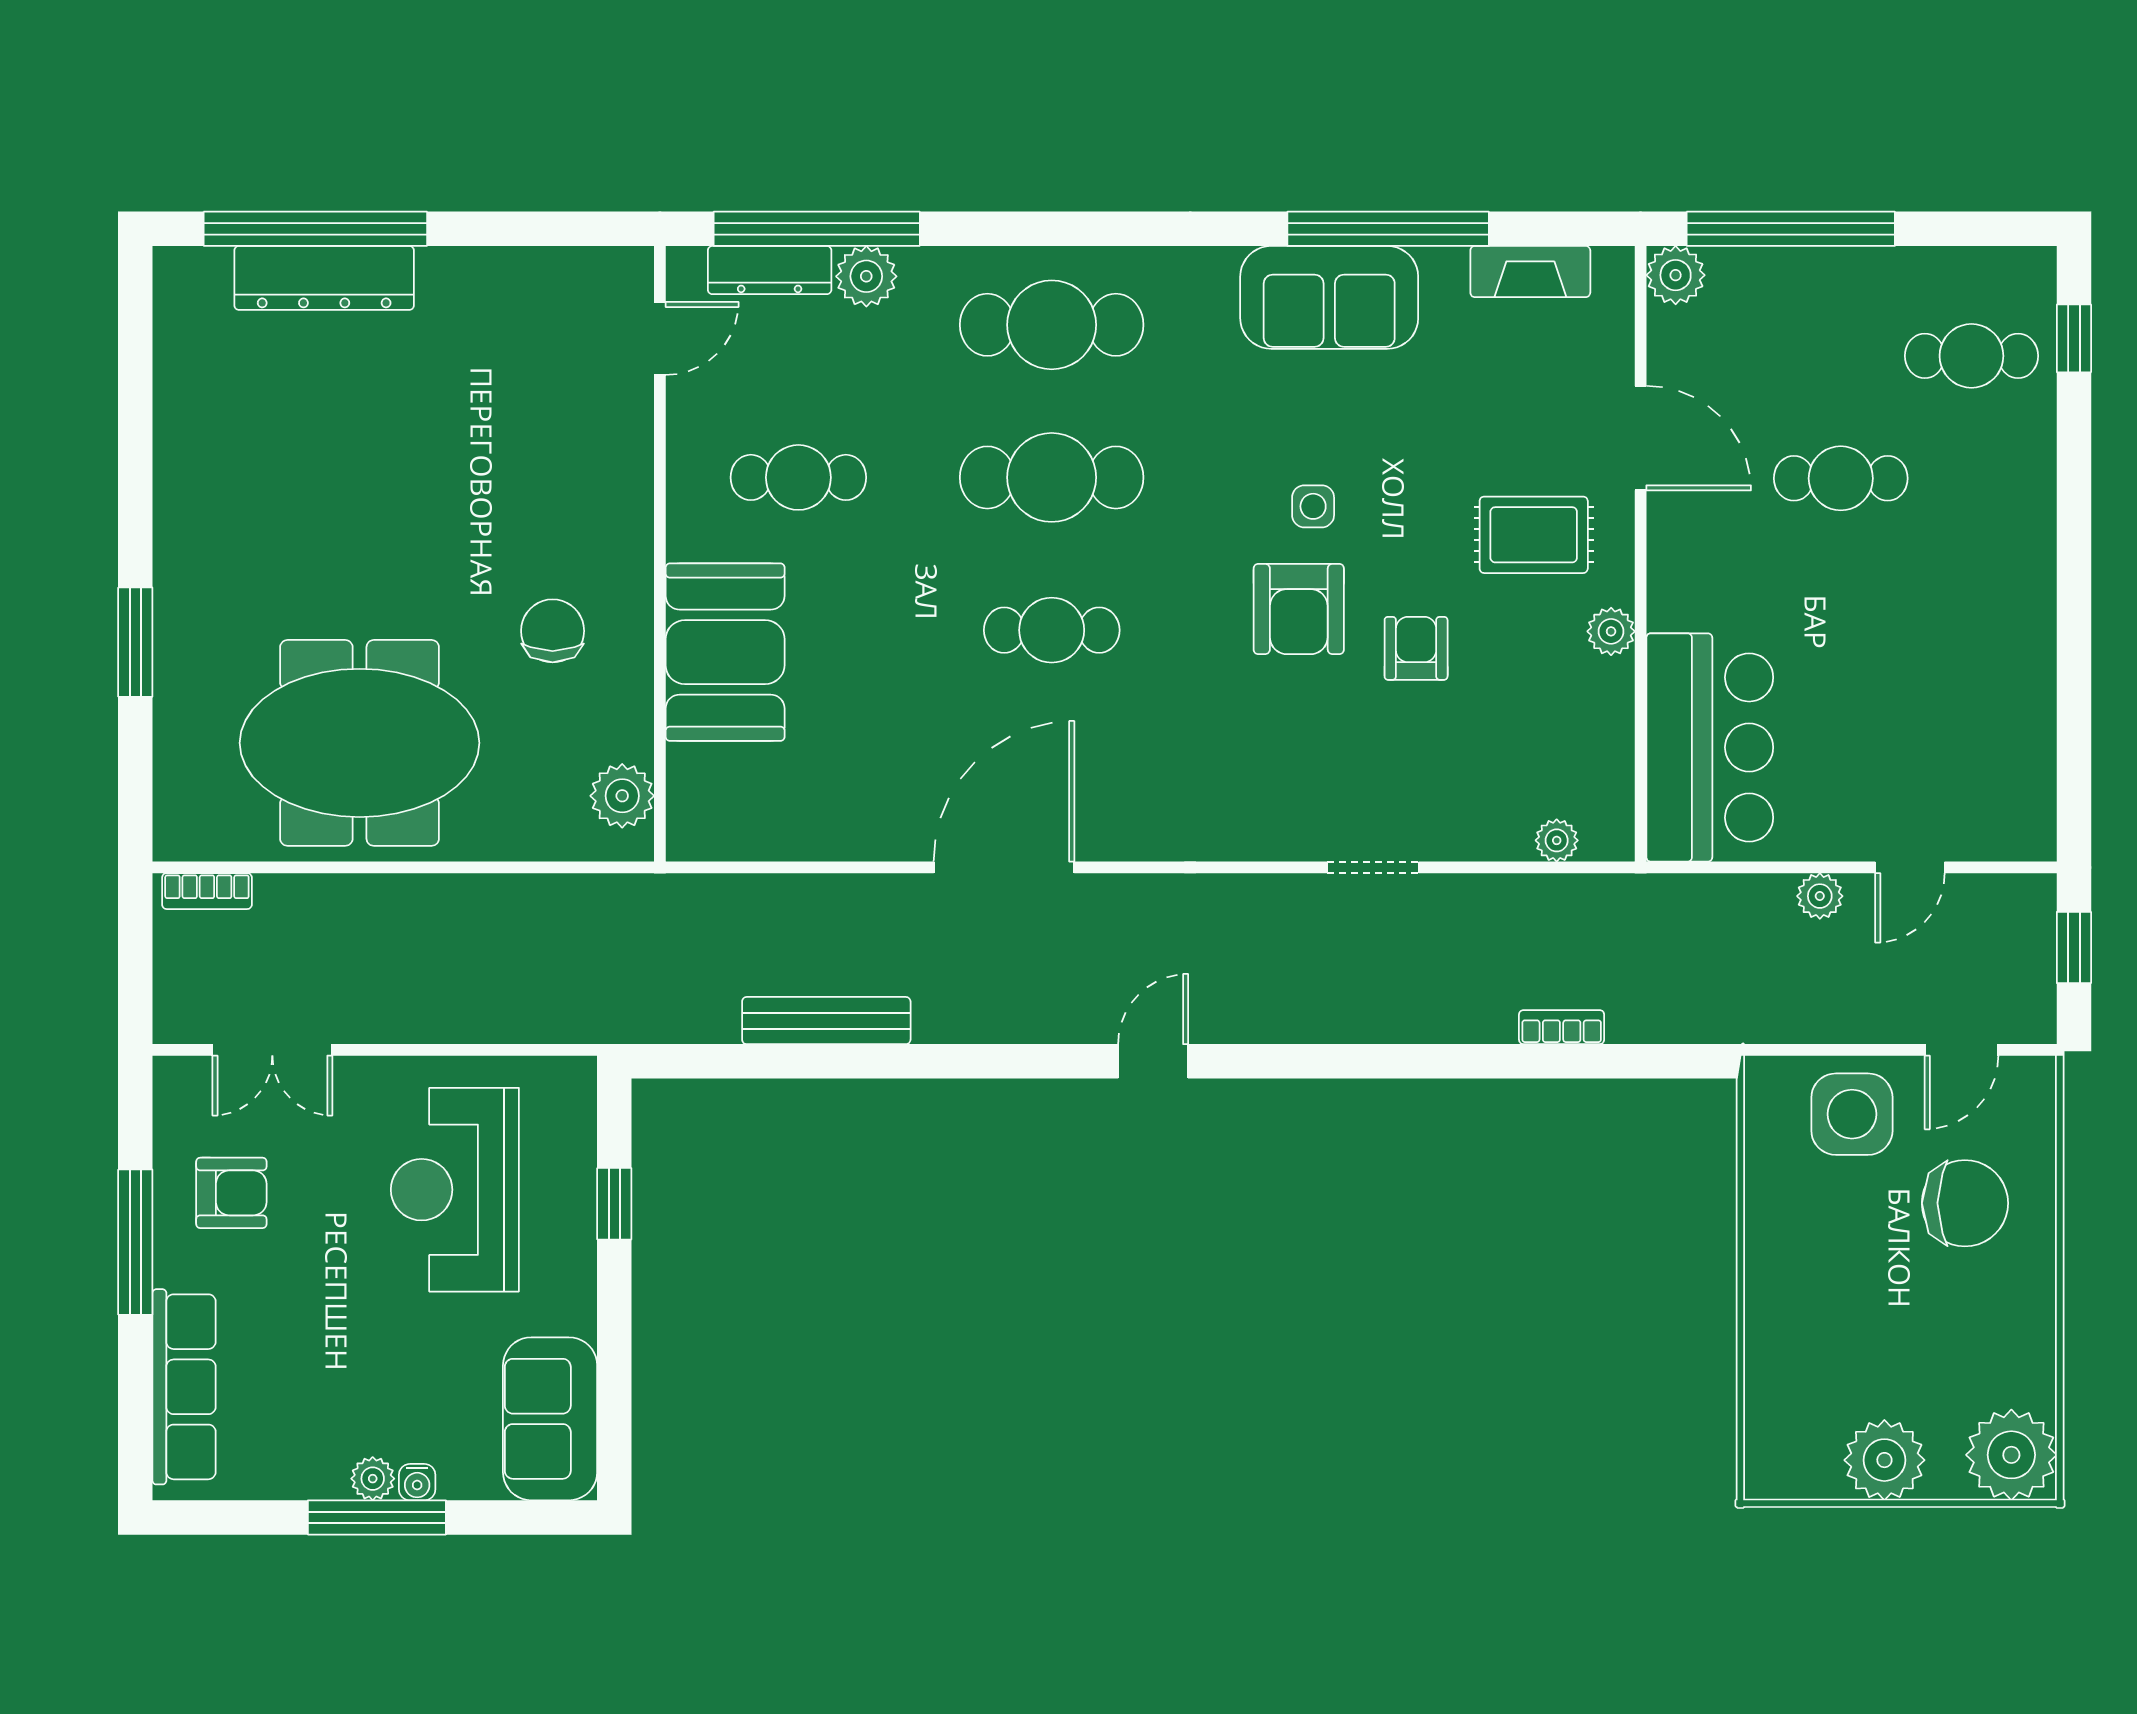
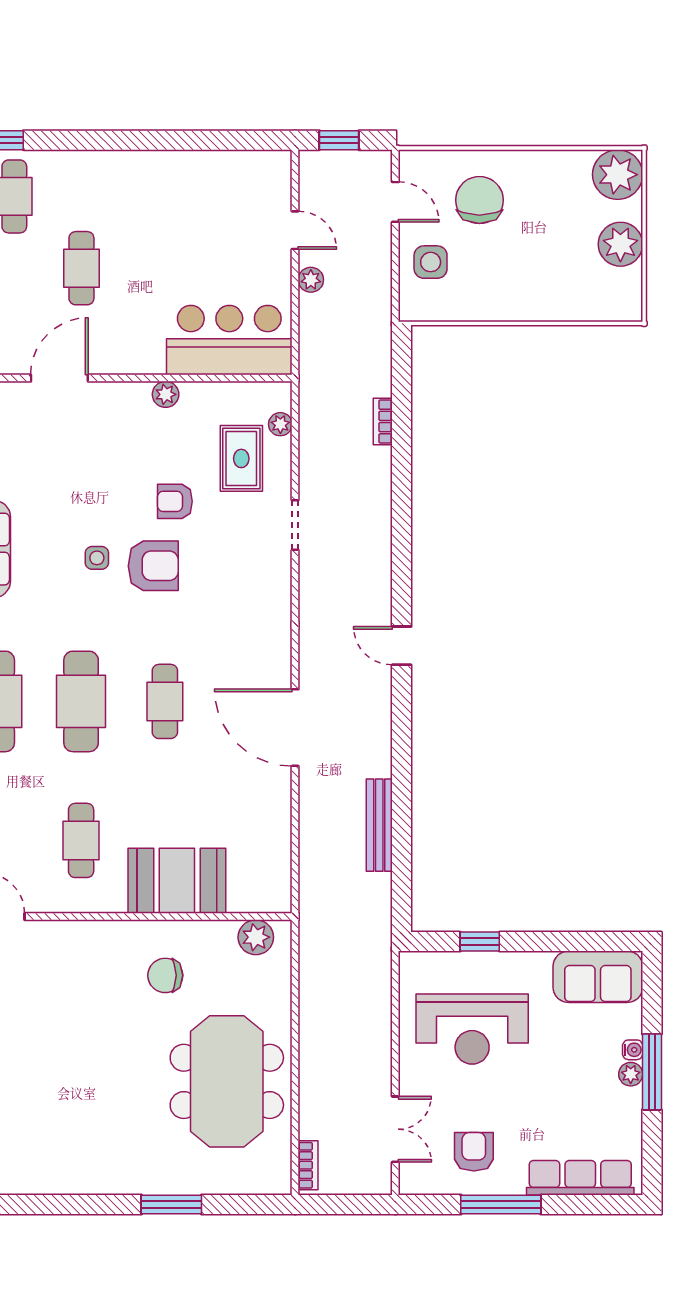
rug: (1534, 535) -> (241, 458), moved
side table: (1852, 1114) -> (431, 262), width x0.73, depth x0.73

